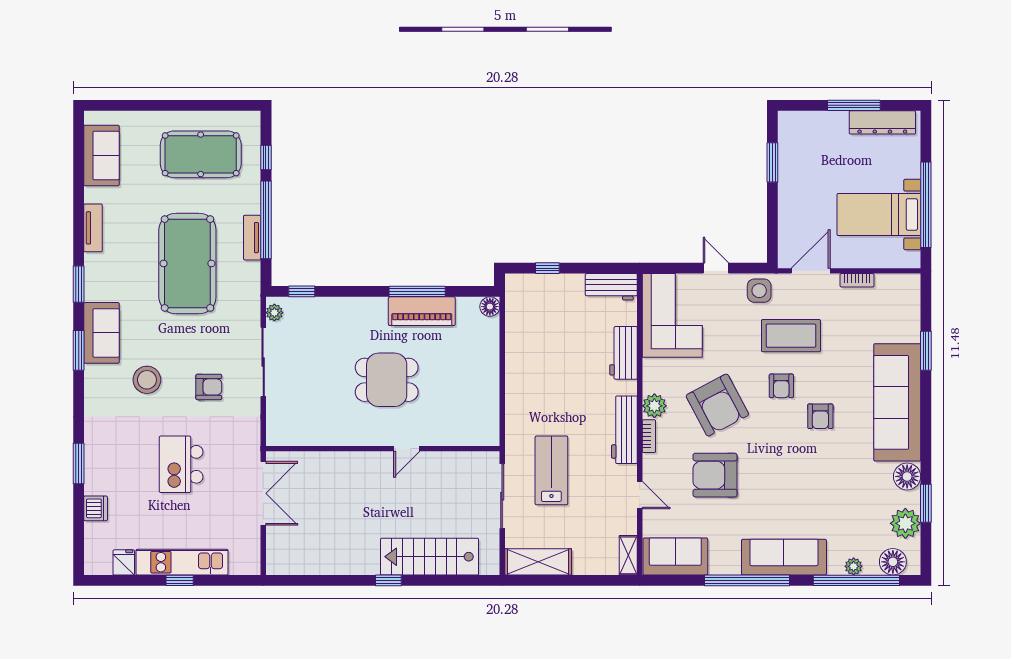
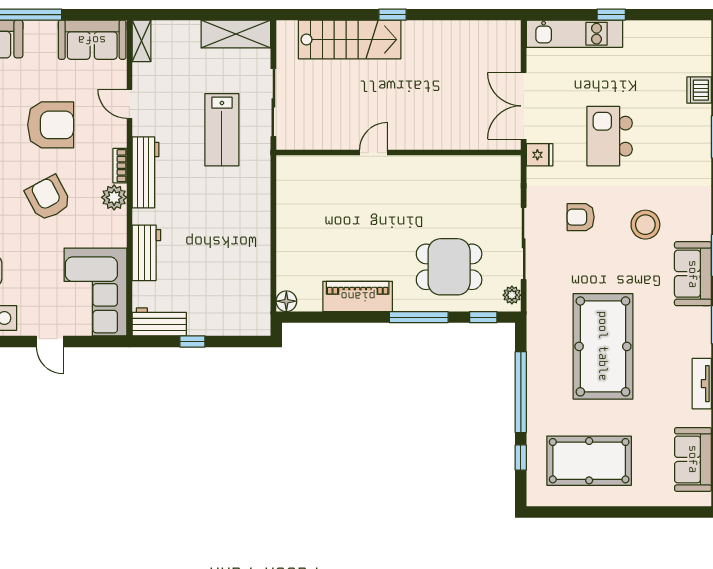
tv unit: (252, 238) -> (535, 373), removed
window: (547, 268) -> (192, 341), moved
window: (417, 291) -> (419, 317), moved
dining table: (387, 380) -> (449, 267), moved
armchair: (717, 405) -> (48, 198), width x0.73, depth x0.73
kitchen island: (181, 464) -> (610, 136), turned 180
fridge: (124, 562) -> (540, 155), moved, turned -90
kitchen unit: (182, 562) -> (574, 34), moved

